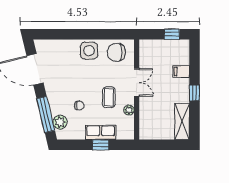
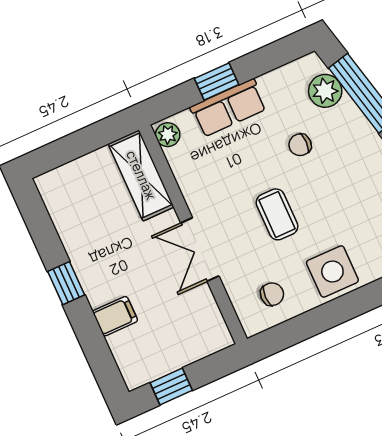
chair: (116, 52) -> (272, 294), width x0.54, depth x0.54
coffee table: (109, 97) -> (277, 214), moved
plant: (129, 110) -> (168, 135), moved
shelving: (182, 122) -> (141, 175), moved

